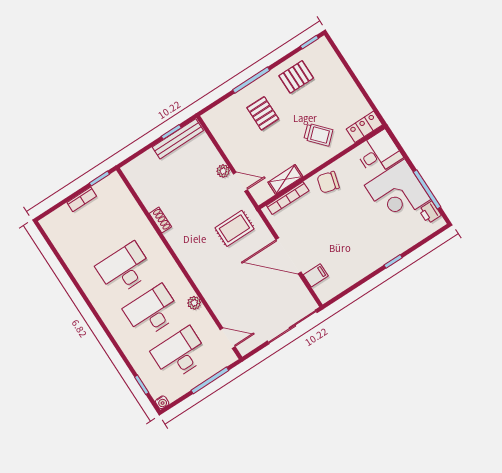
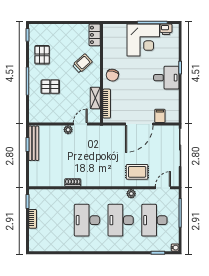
desk: (379, 153) -> (166, 78), moved, turned 90
rug: (234, 228) -> (137, 172), moved, turned 90

